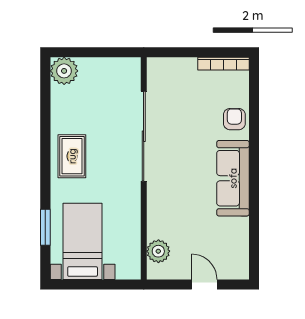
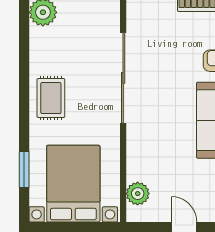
bed with nightstands: (83, 241) -> (73, 184), width x1.36

